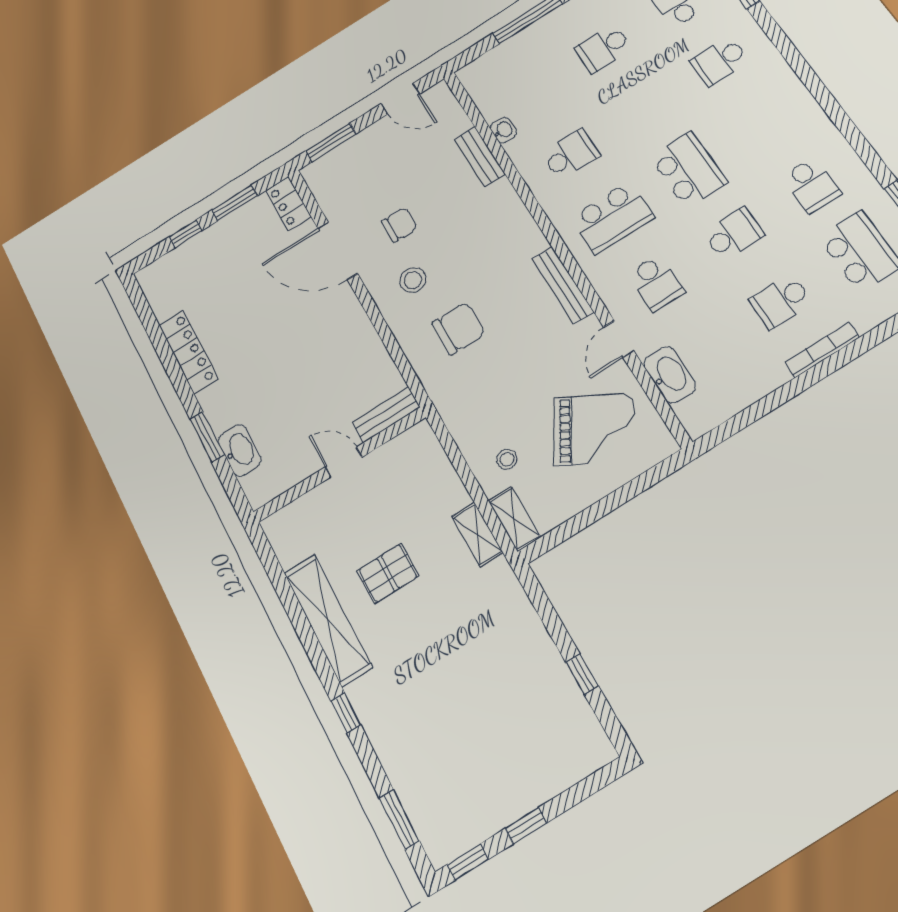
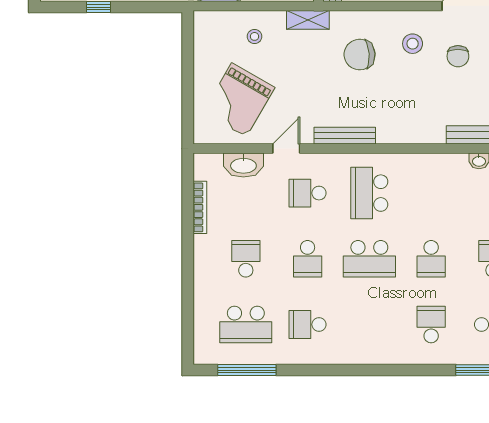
school desk: (571, 155) -> (431, 259), moved
chair: (459, 328) -> (360, 55), turned 86
door: (619, 339) -> (286, 149), hinge flipped
bookcase: (822, 350) -> (200, 207), moved
shelving: (514, 519) -> (308, 20), moved

